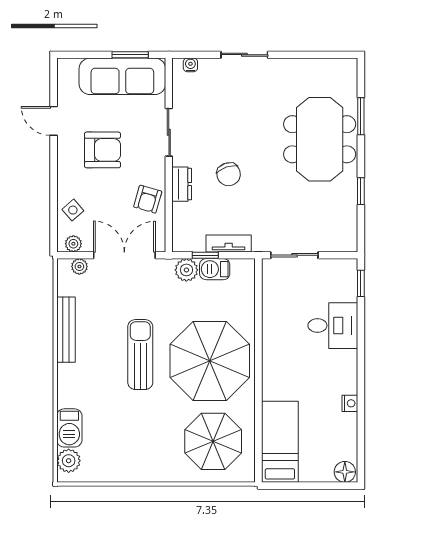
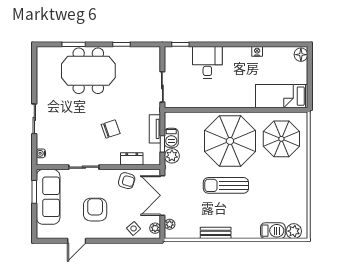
dresser: (182, 184) -> (132, 159), moved
bench: (66, 330) -> (216, 233), width x0.73

